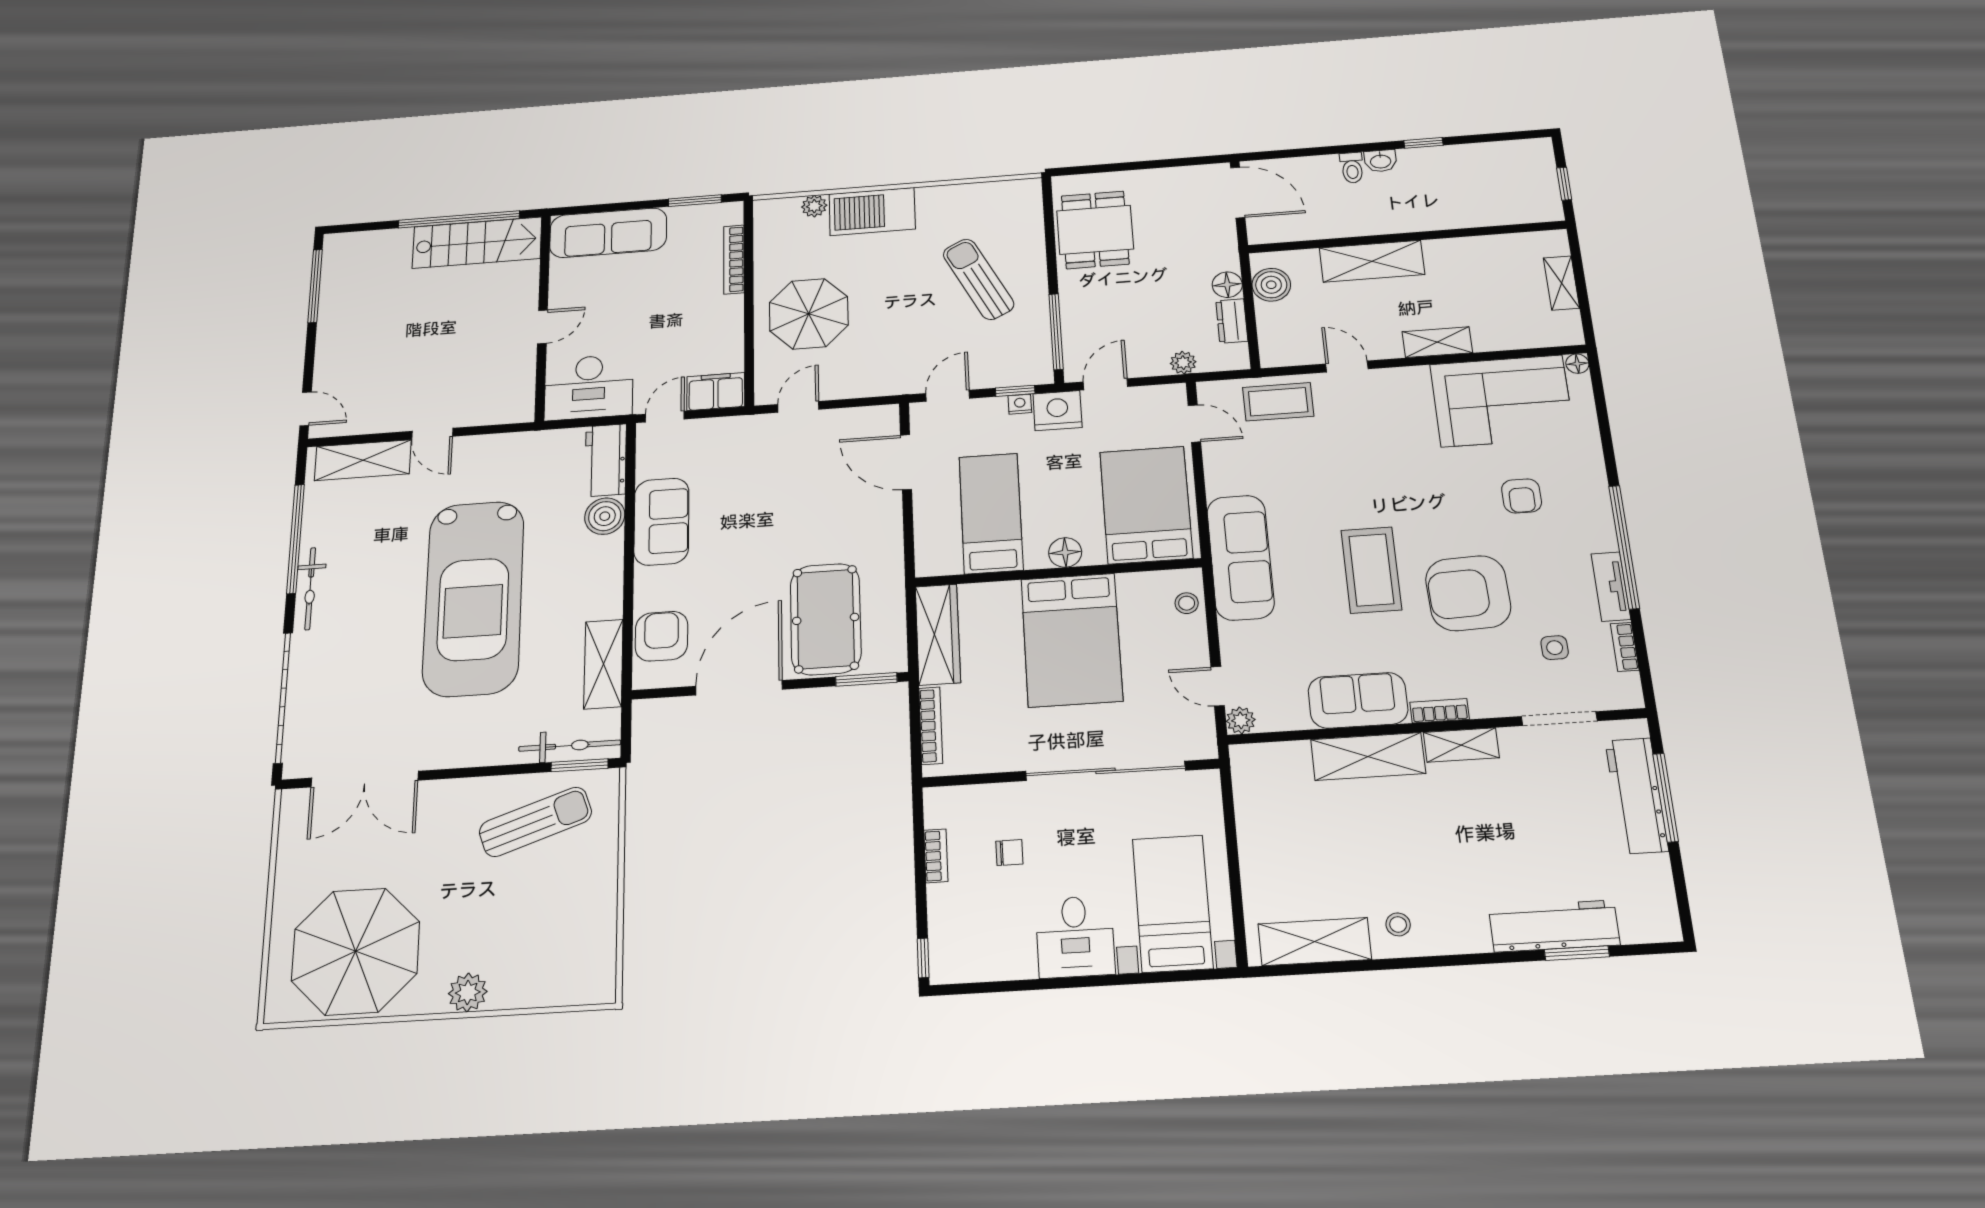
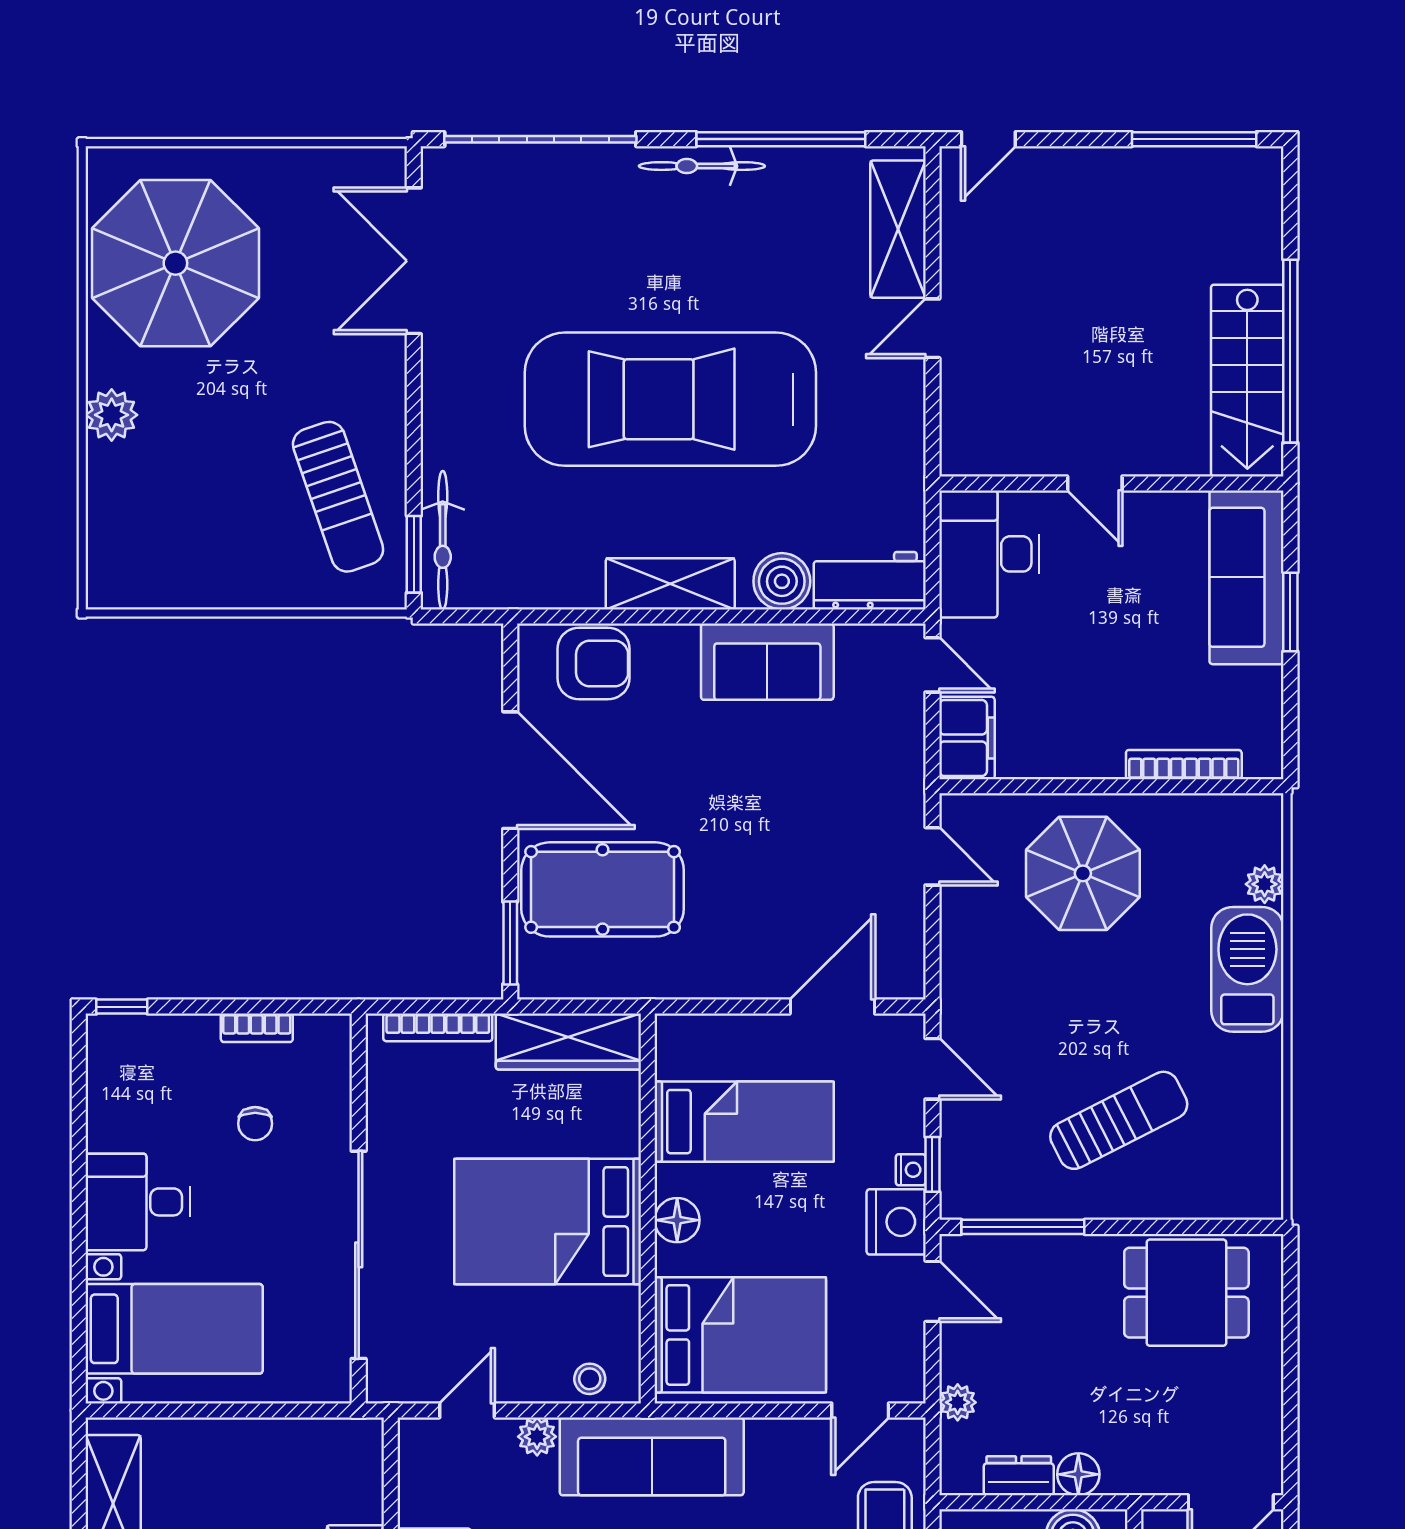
window: (695, 201) -> (1290, 612), moved
shelving: (603, 664) -> (670, 584), moved
plant: (1241, 720) -> (537, 1437), moved

